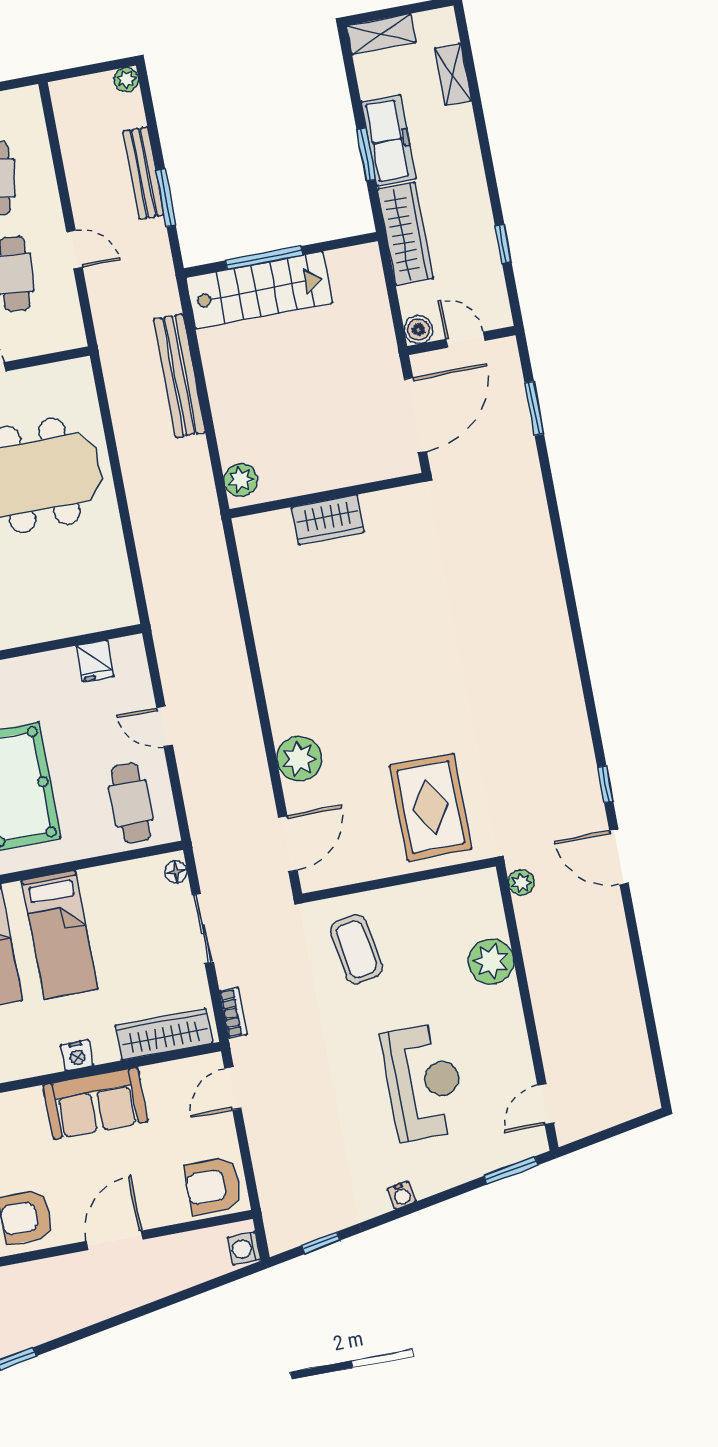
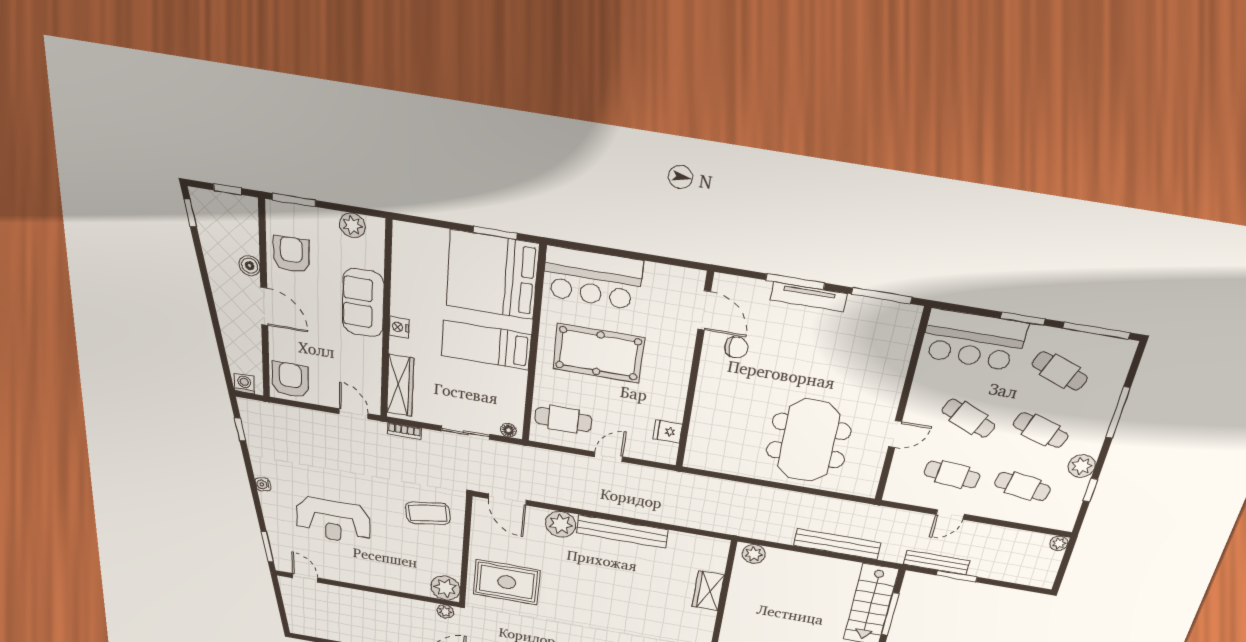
plant: (126, 80) -> (1059, 543), moved
bench: (144, 173) -> (936, 562), moved
bench: (277, 671) -> (622, 531), added
plant: (491, 961) -> (445, 588), moved
sofa: (95, 1103) -> (363, 303), moved
boiler: (62, 1269) -> (250, 266), added

